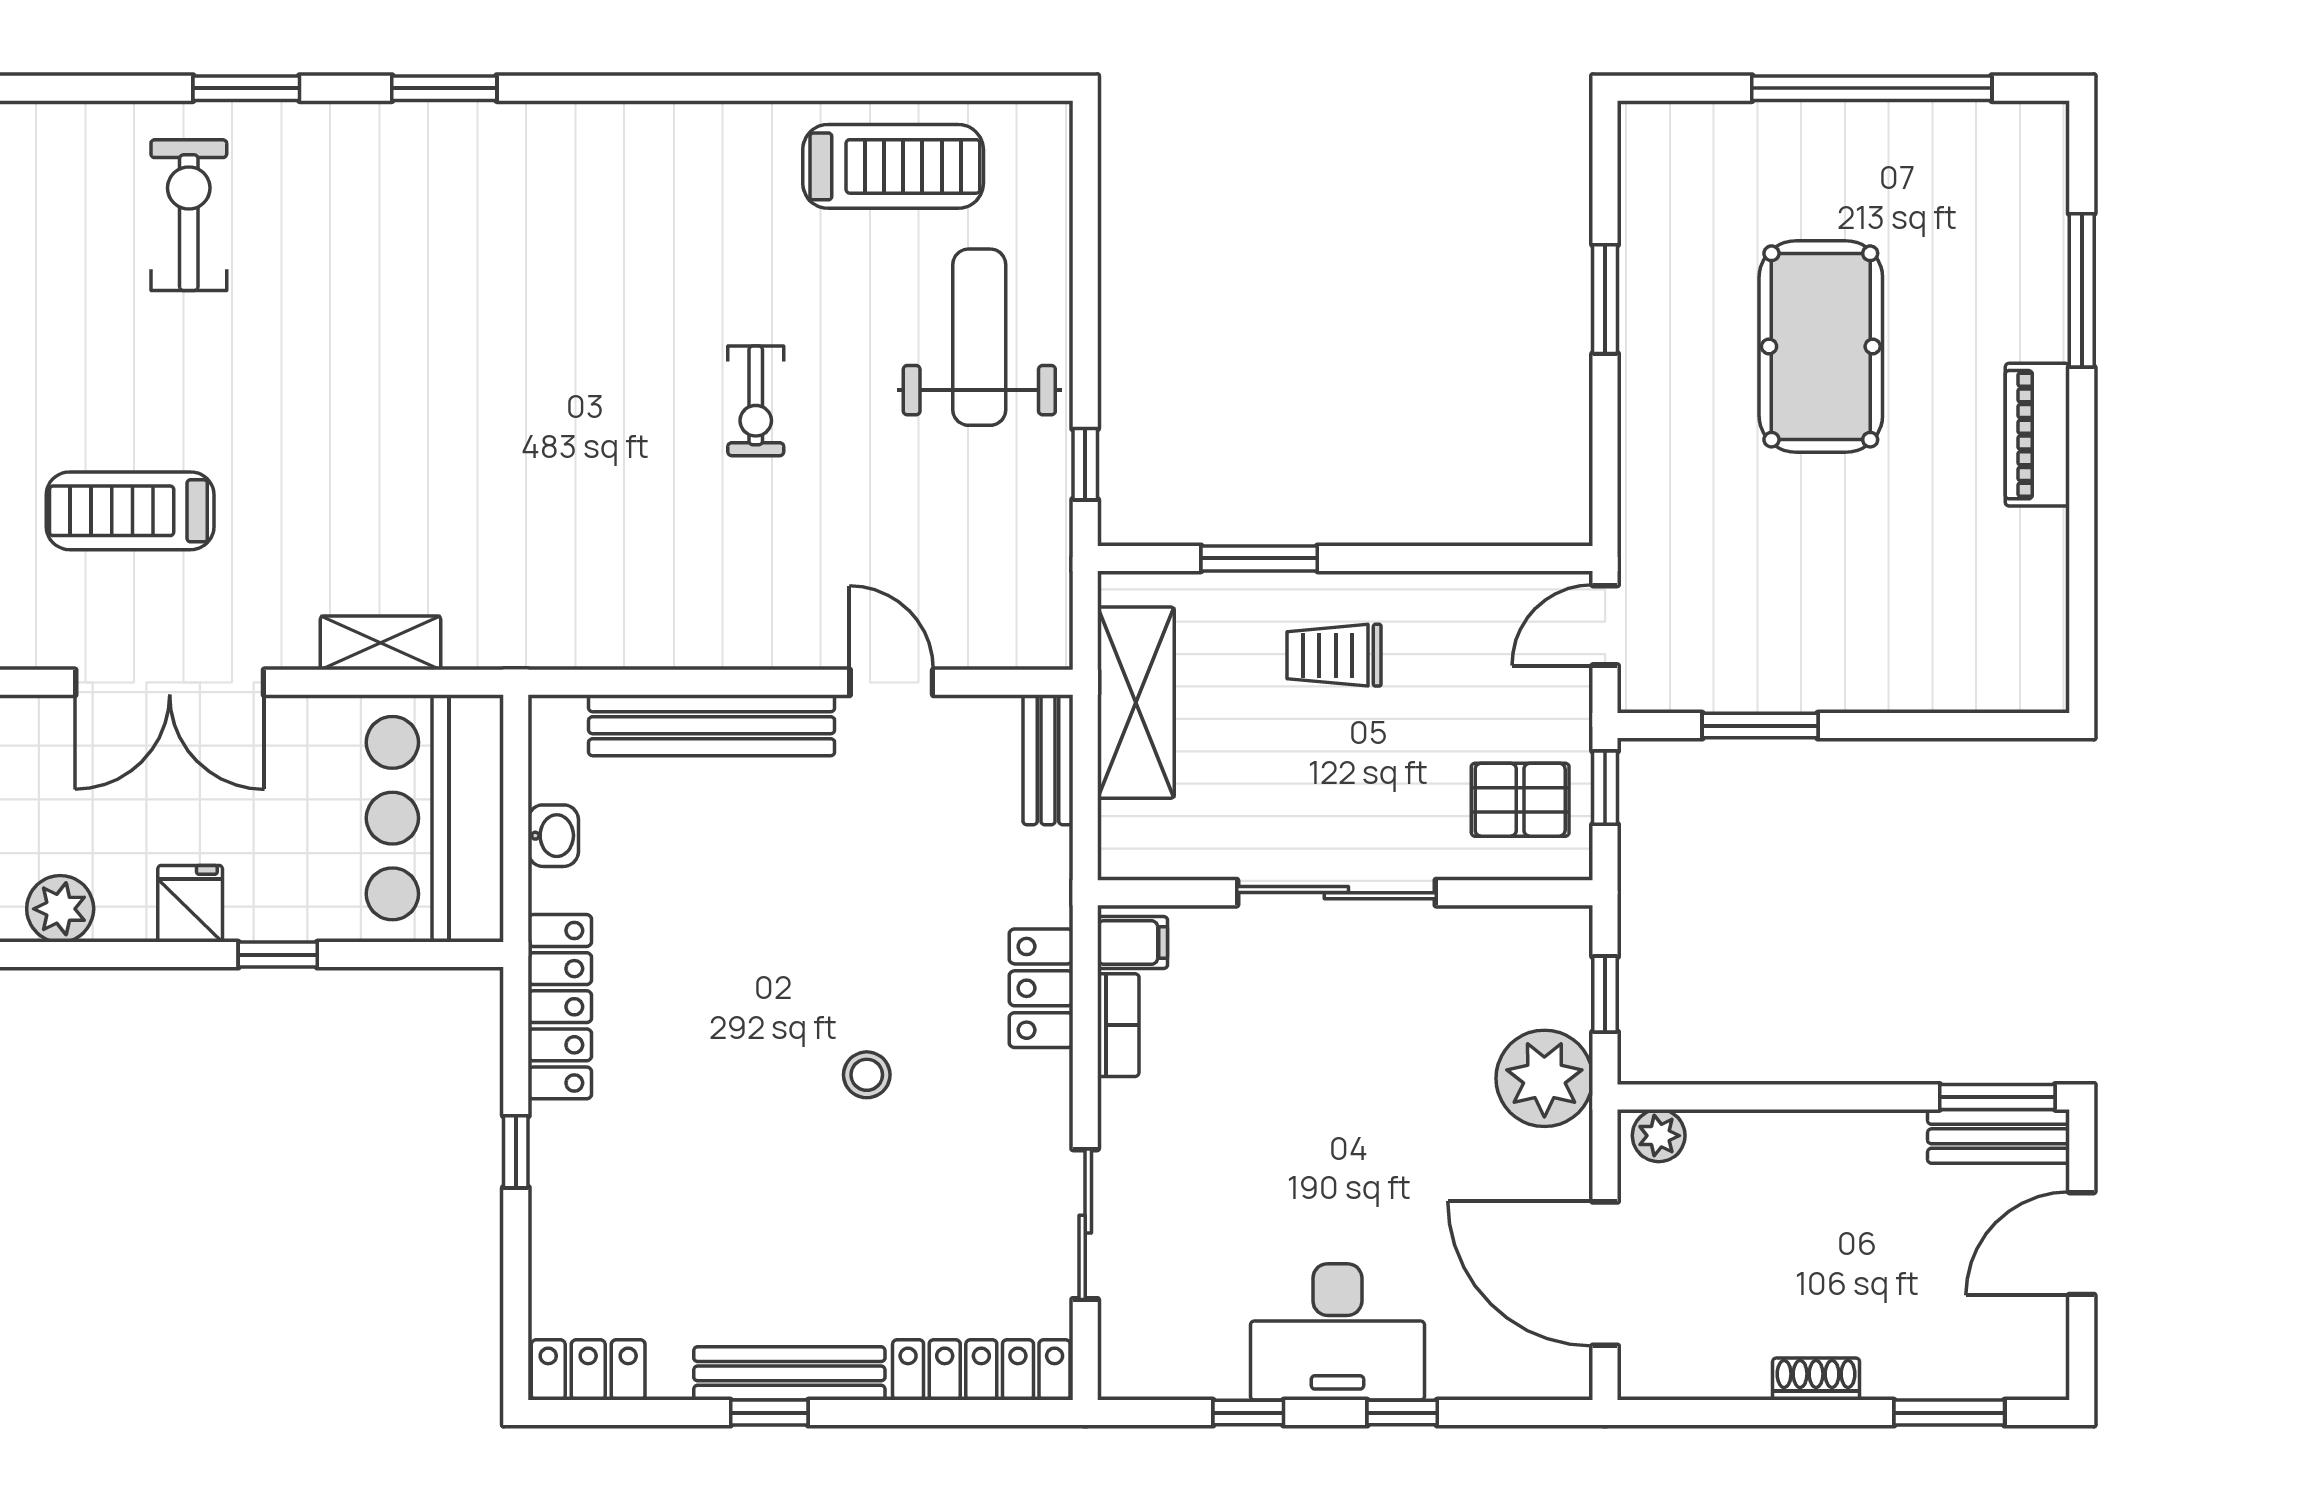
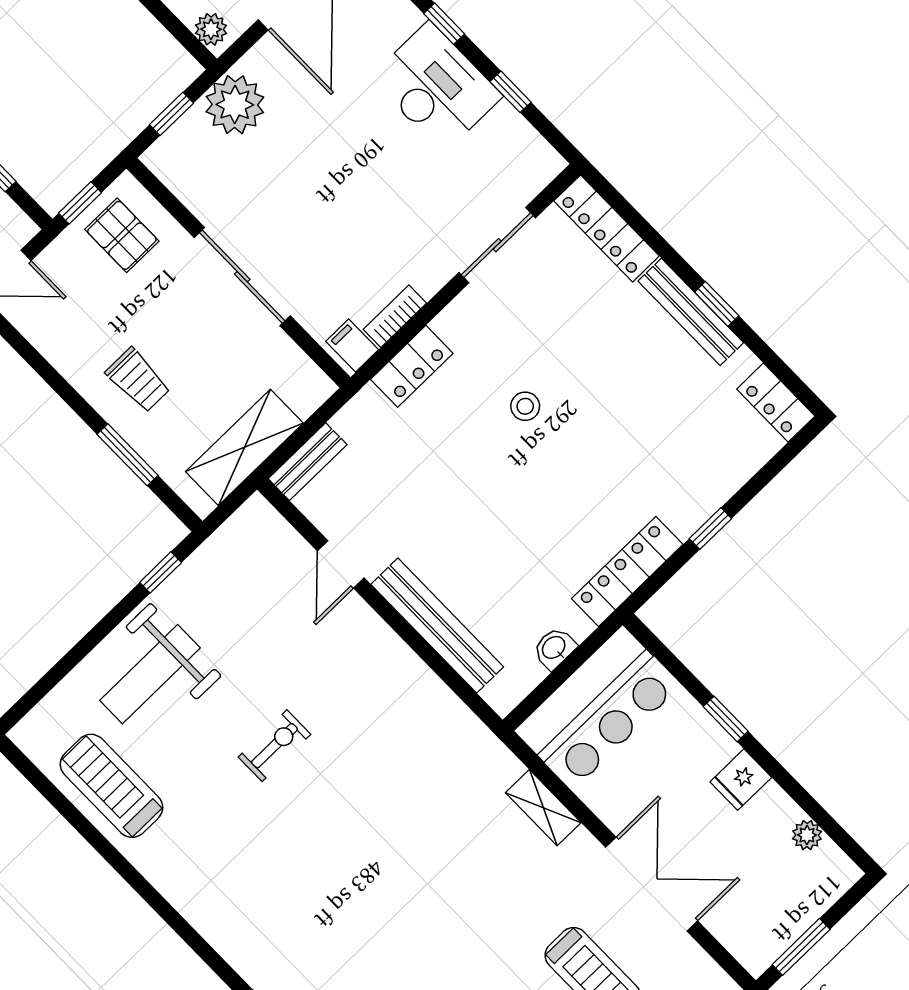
plant: (60, 909) -> (807, 835), width x0.73, depth x0.73

